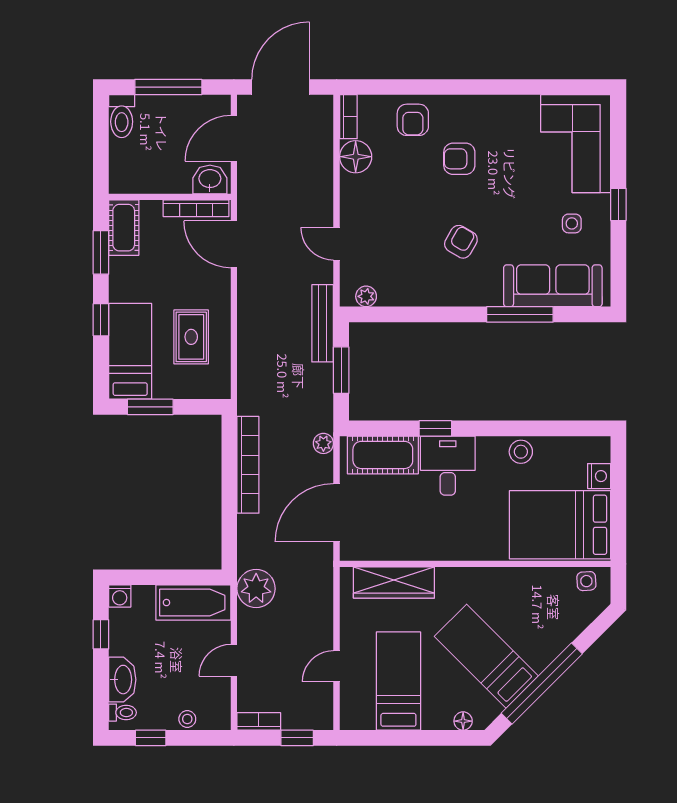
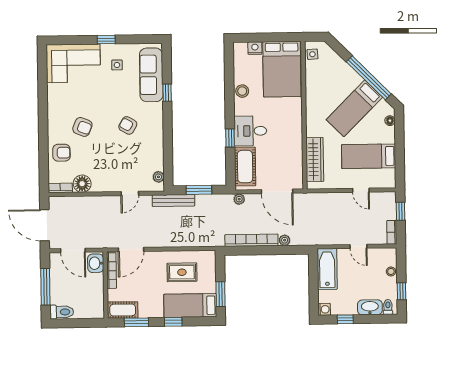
armchair: (459, 159) -> (82, 127), turned -68
window: (520, 314) -> (167, 93), width x0.46
plant: (256, 589) -> (285, 240), moved, width x0.53, depth x0.53

